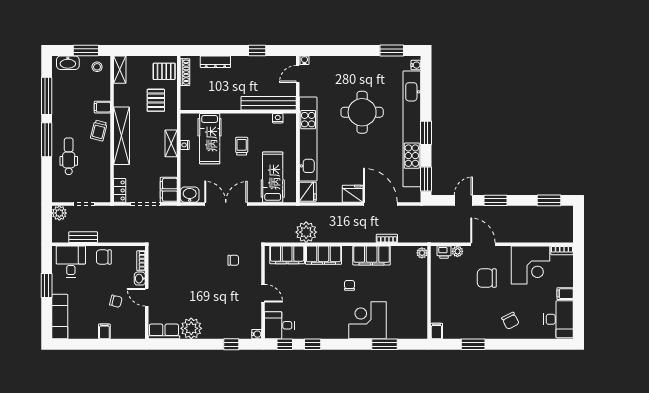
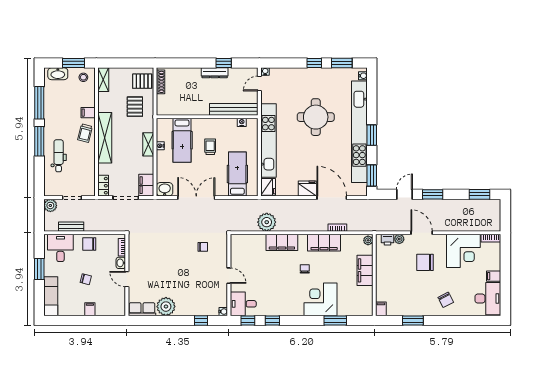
window: (360, 51) -> (314, 63), added
dresser: (215, 62) -> (215, 73), moved
filing cabinet: (287, 255) -> (365, 270), moved, turned 90
chair: (116, 301) -> (86, 279), moved

